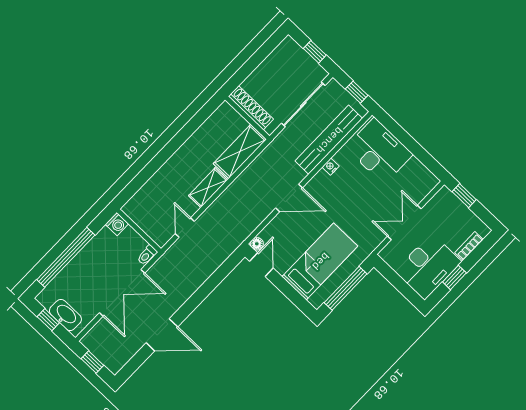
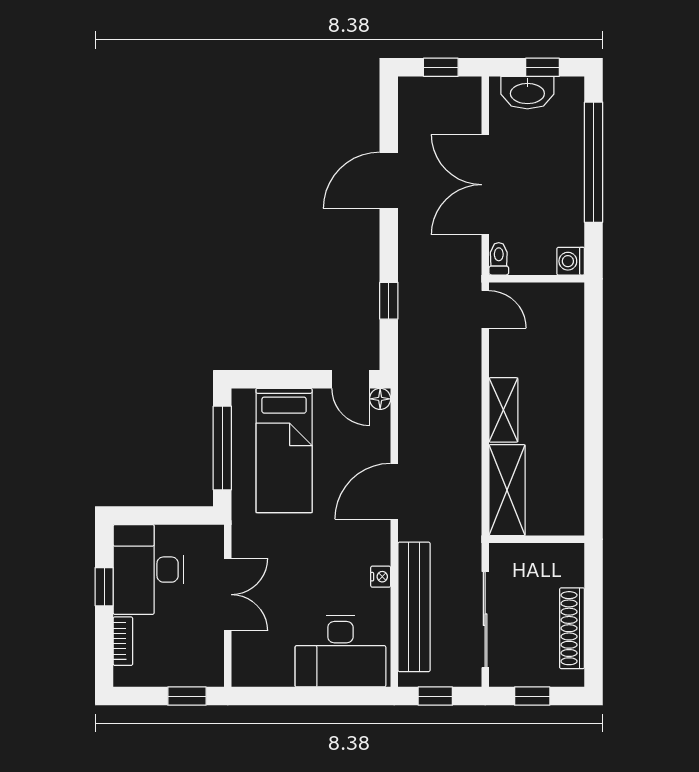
shoe rack: (251, 108) -> (572, 628), moved, turned 90
door: (185, 228) -> (485, 309), moved
window: (212, 283) -> (389, 301), added

